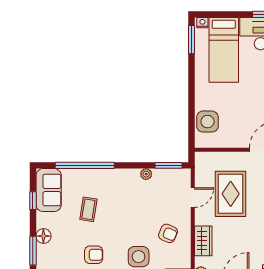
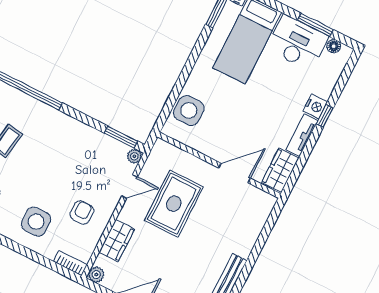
plant: (146, 174) -> (134, 156), moved
armchair: (168, 233) -> (82, 212), turned -113

